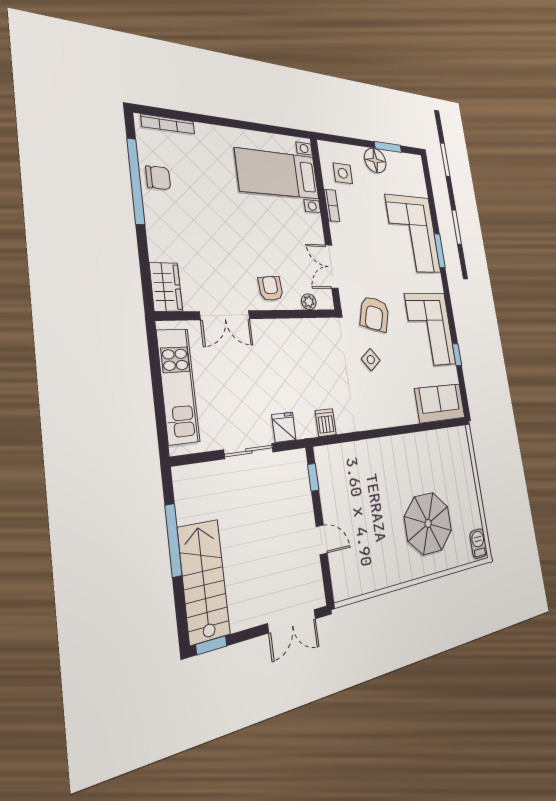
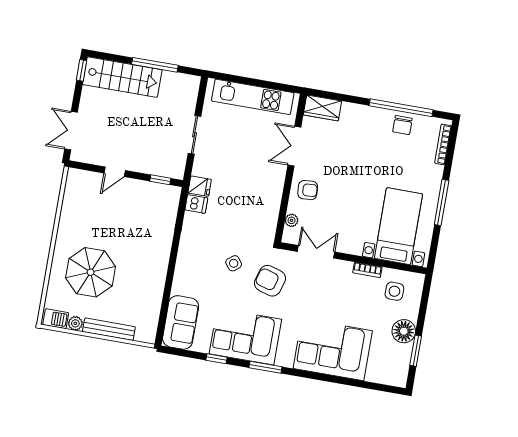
window: (237, 124) -> (442, 202), added
window: (440, 251) -> (265, 367), moved
fridge: (284, 427) -> (200, 186), moved
bench: (469, 480) -> (109, 329), added
plant: (476, 519) -> (75, 323), added

